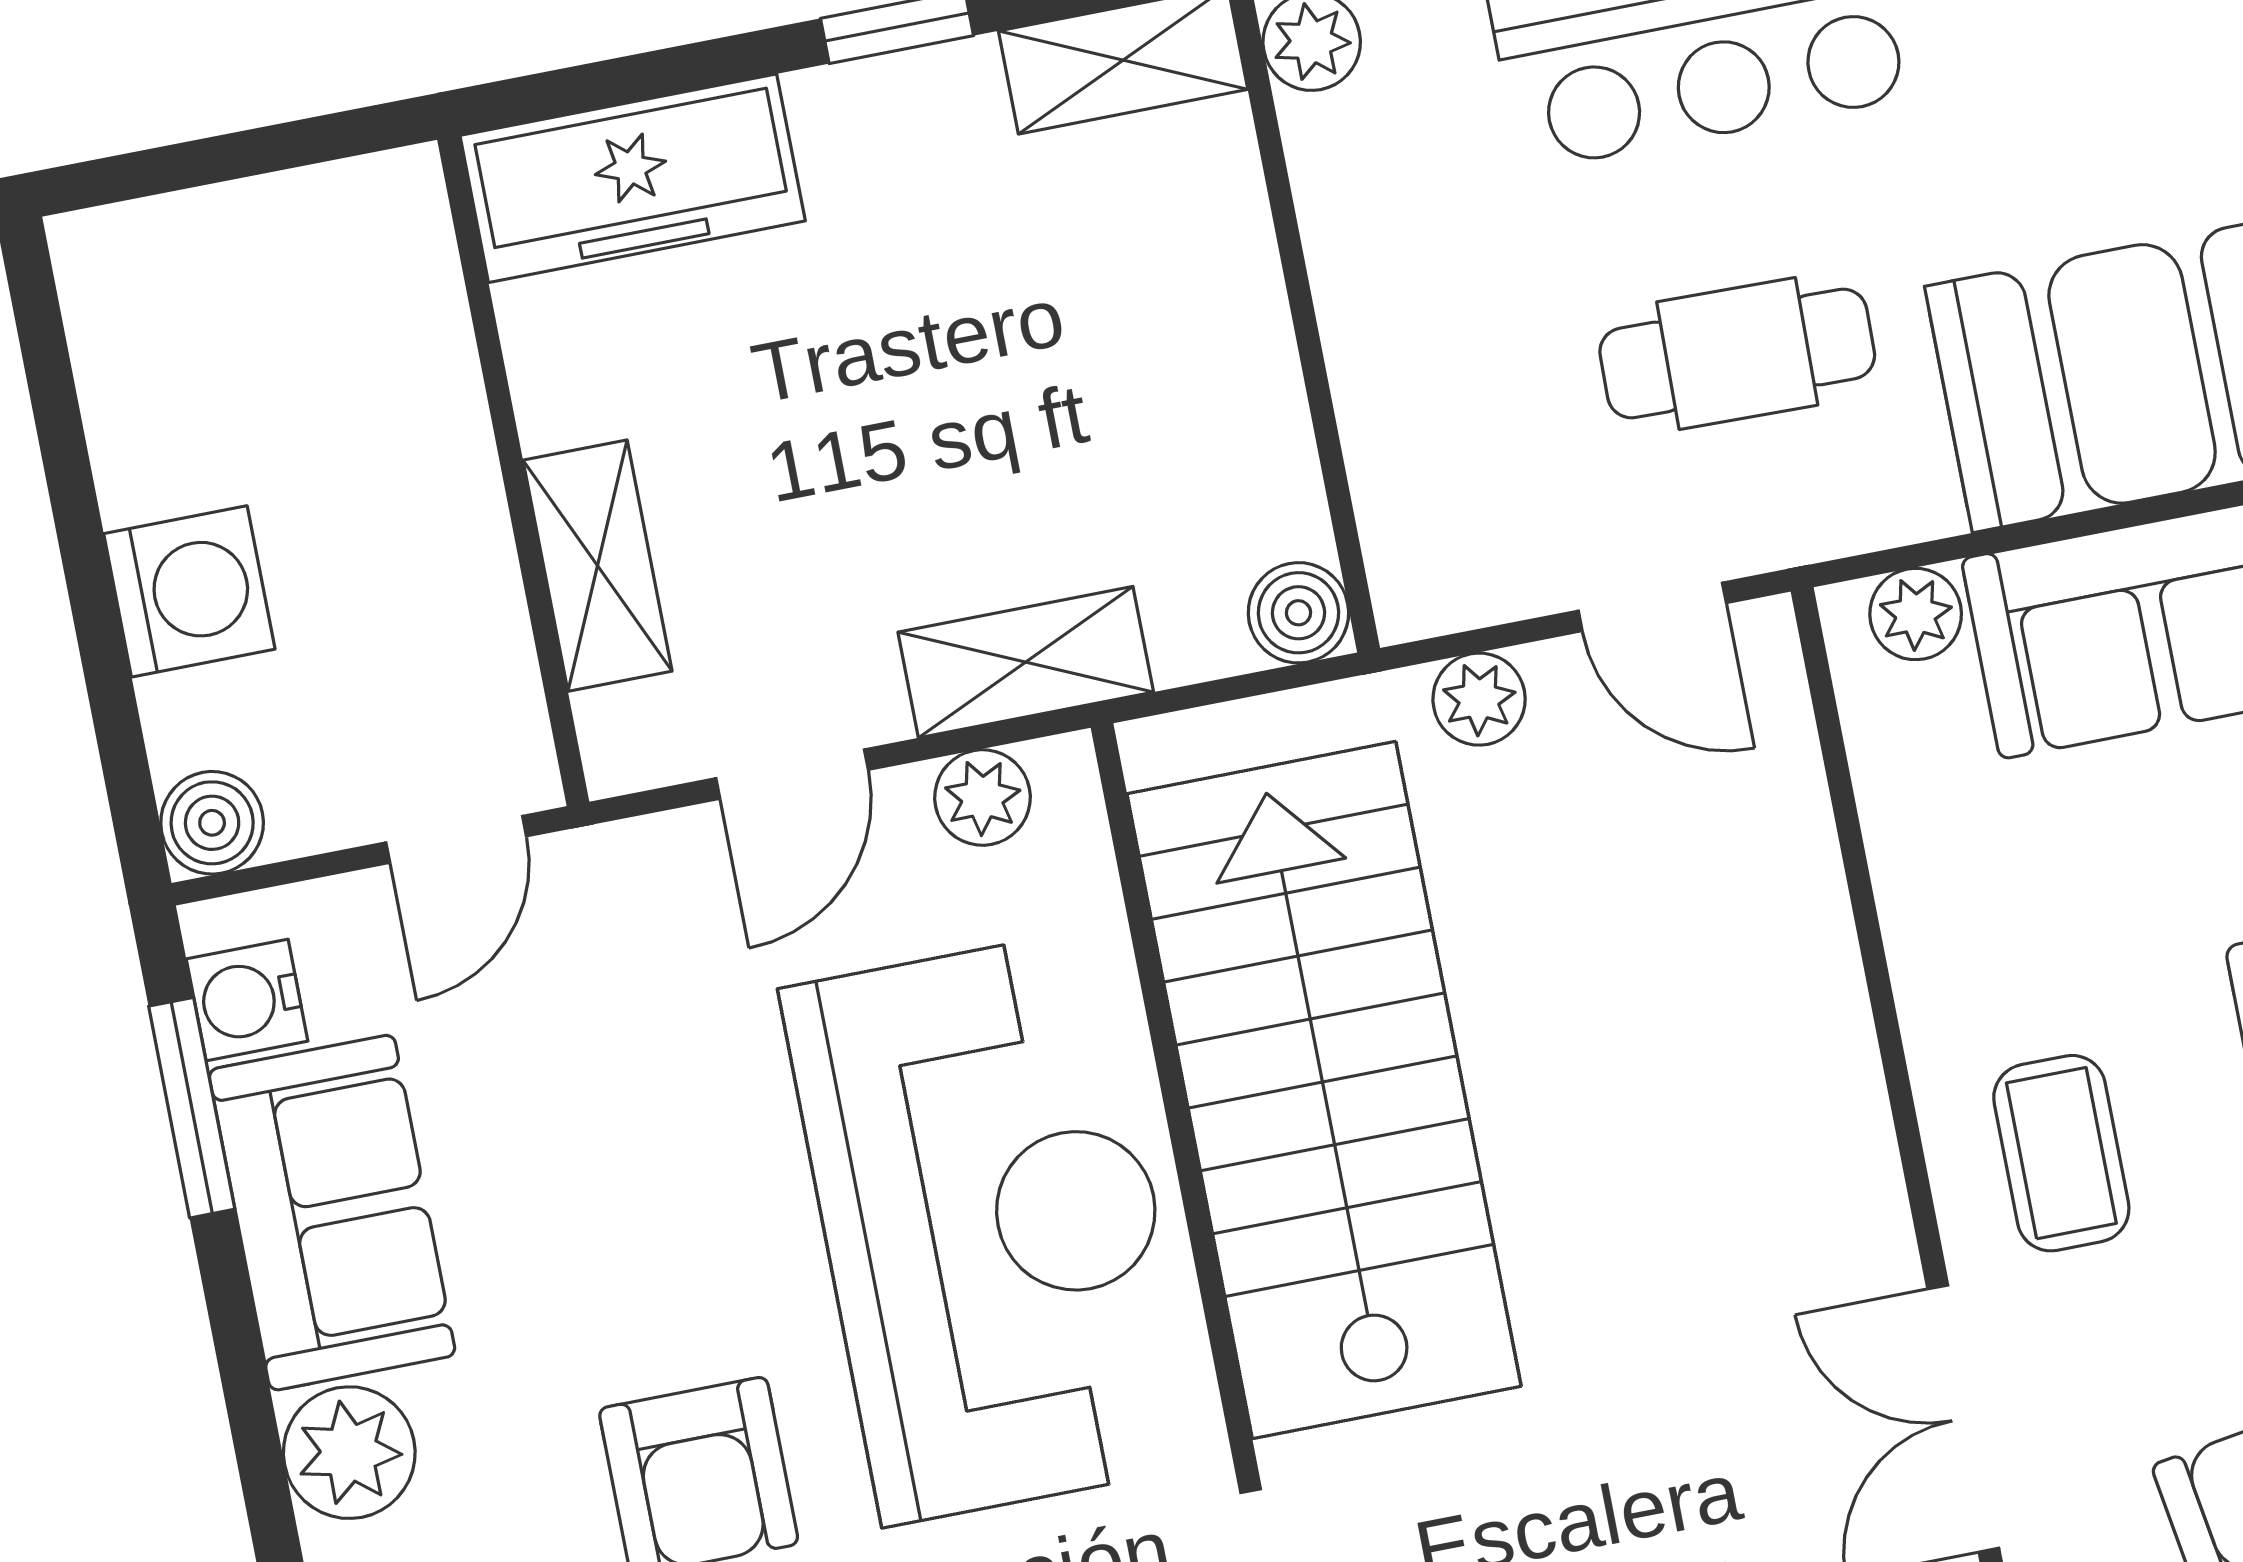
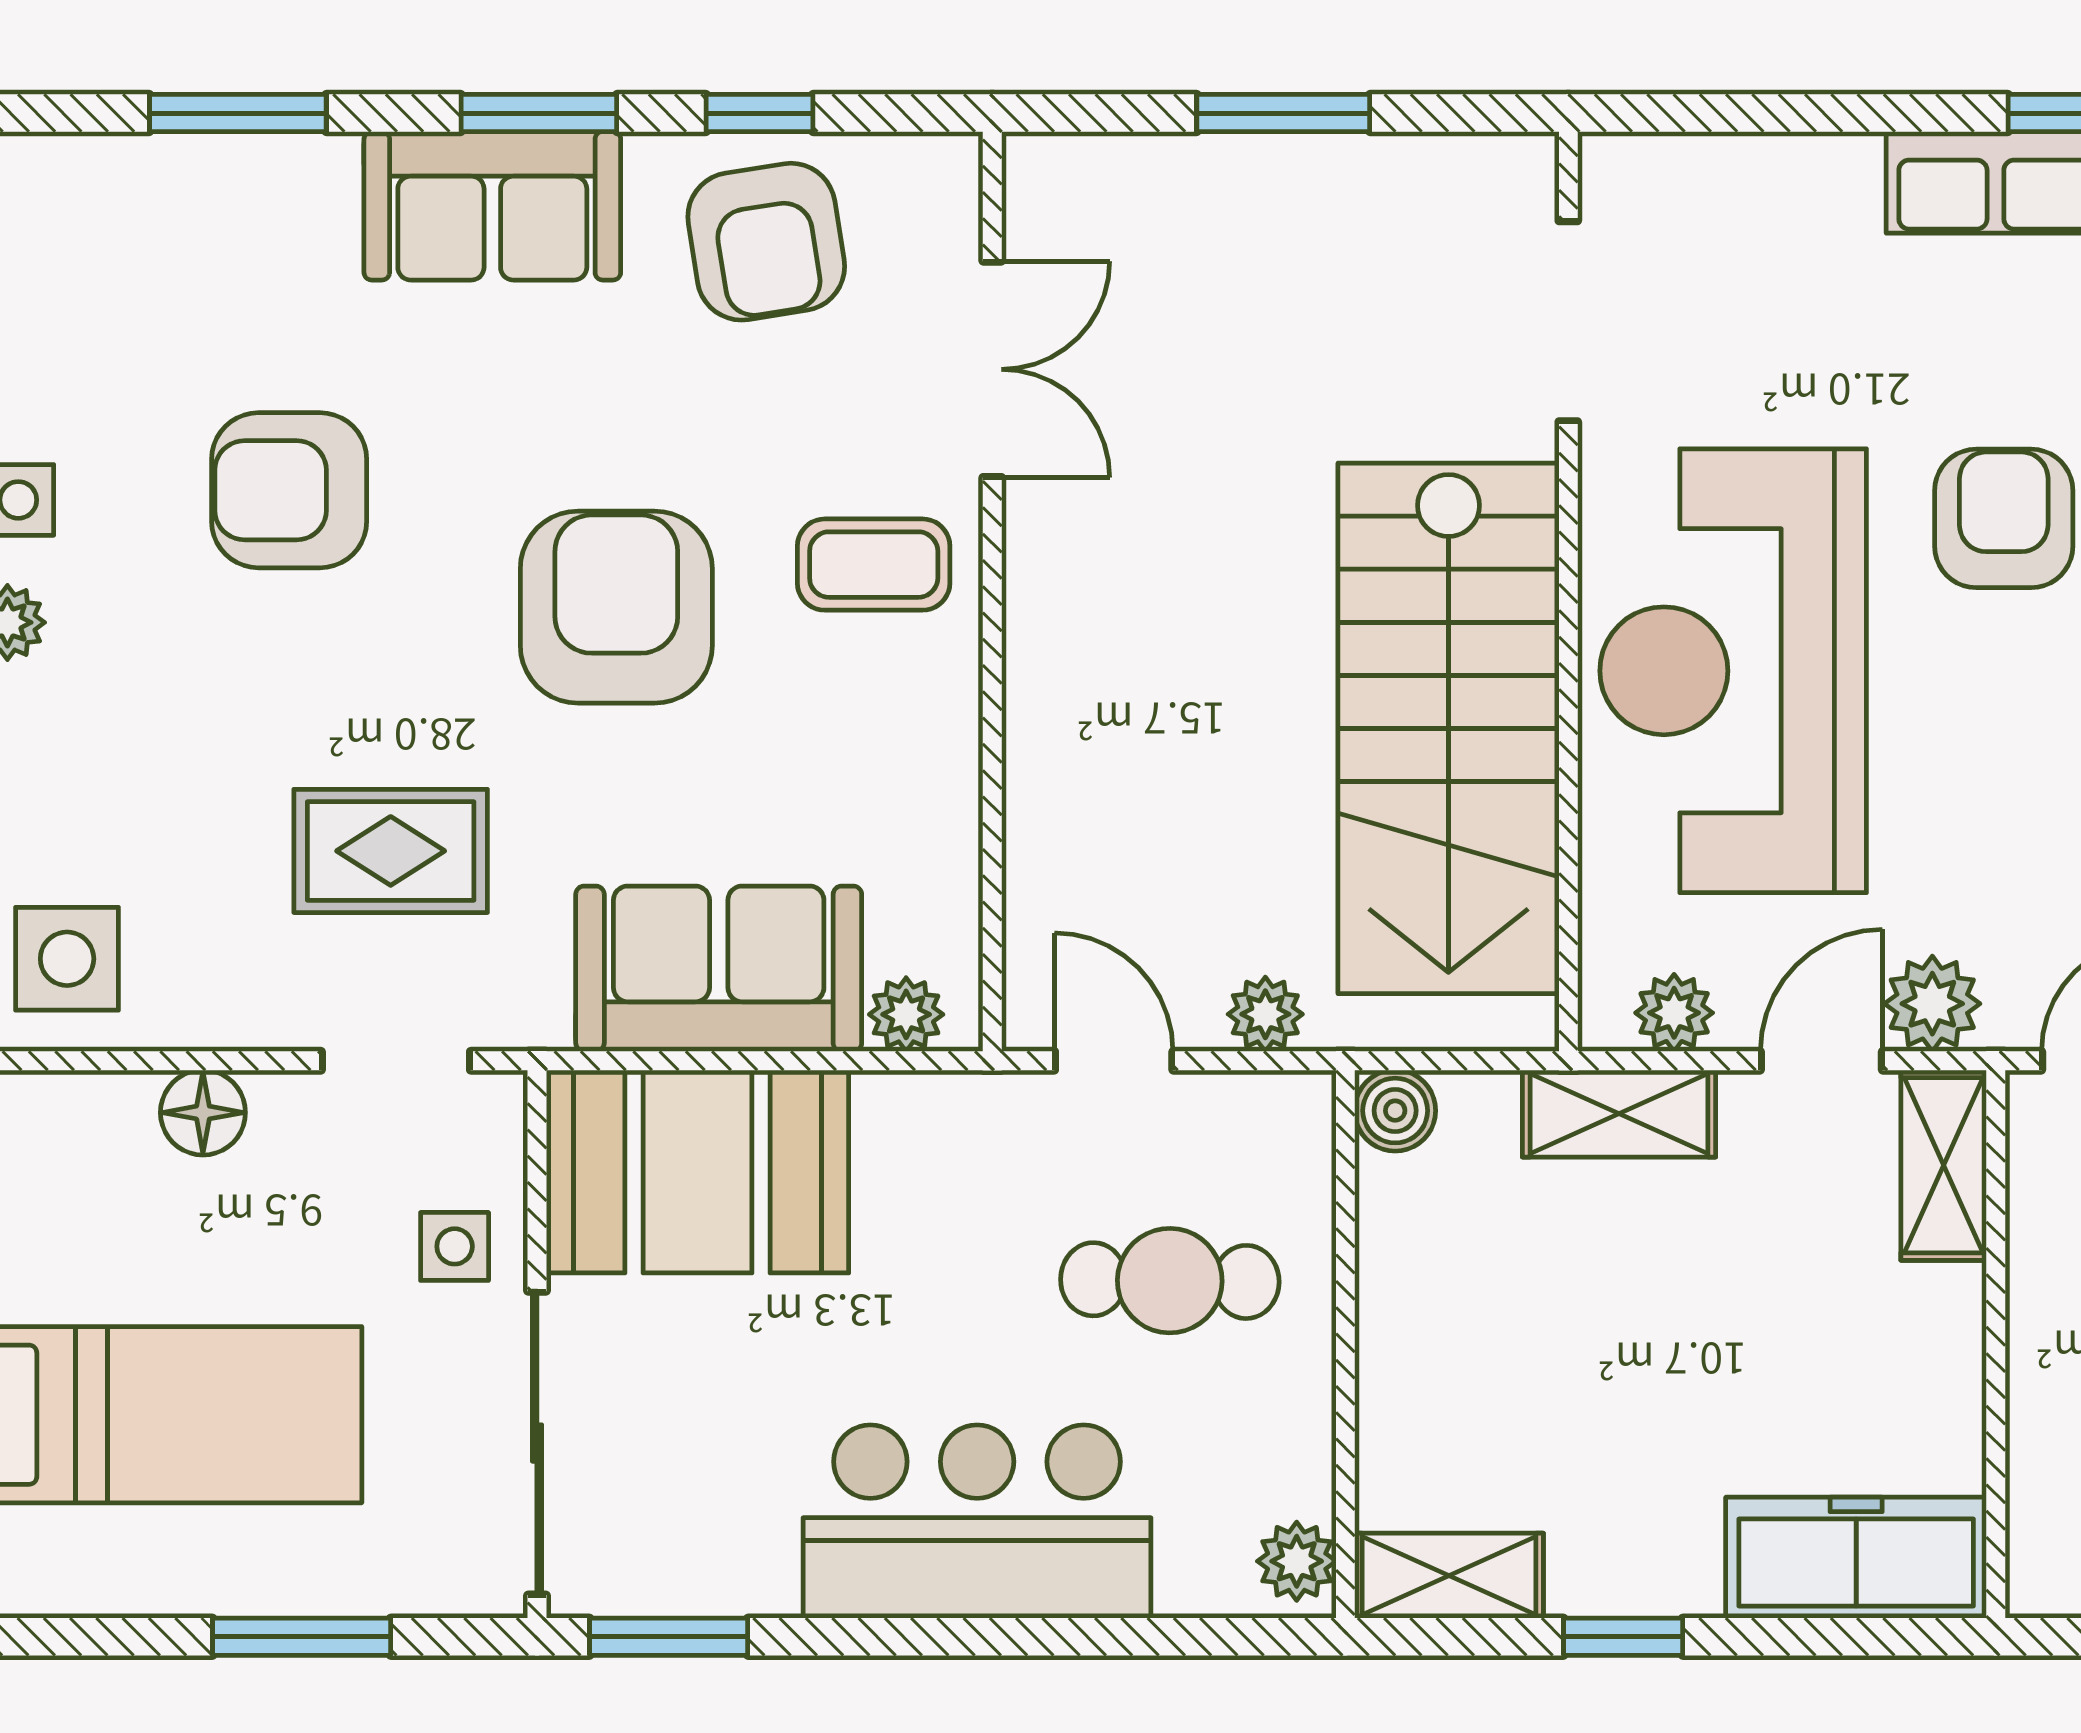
cafe table: (1737, 353) -> (1170, 1281), moved
shelving: (597, 566) -> (1944, 1165), moved
plant: (671, 870) -> (1932, 1004), added
coffee table: (2061, 1153) -> (874, 565), turned 90

